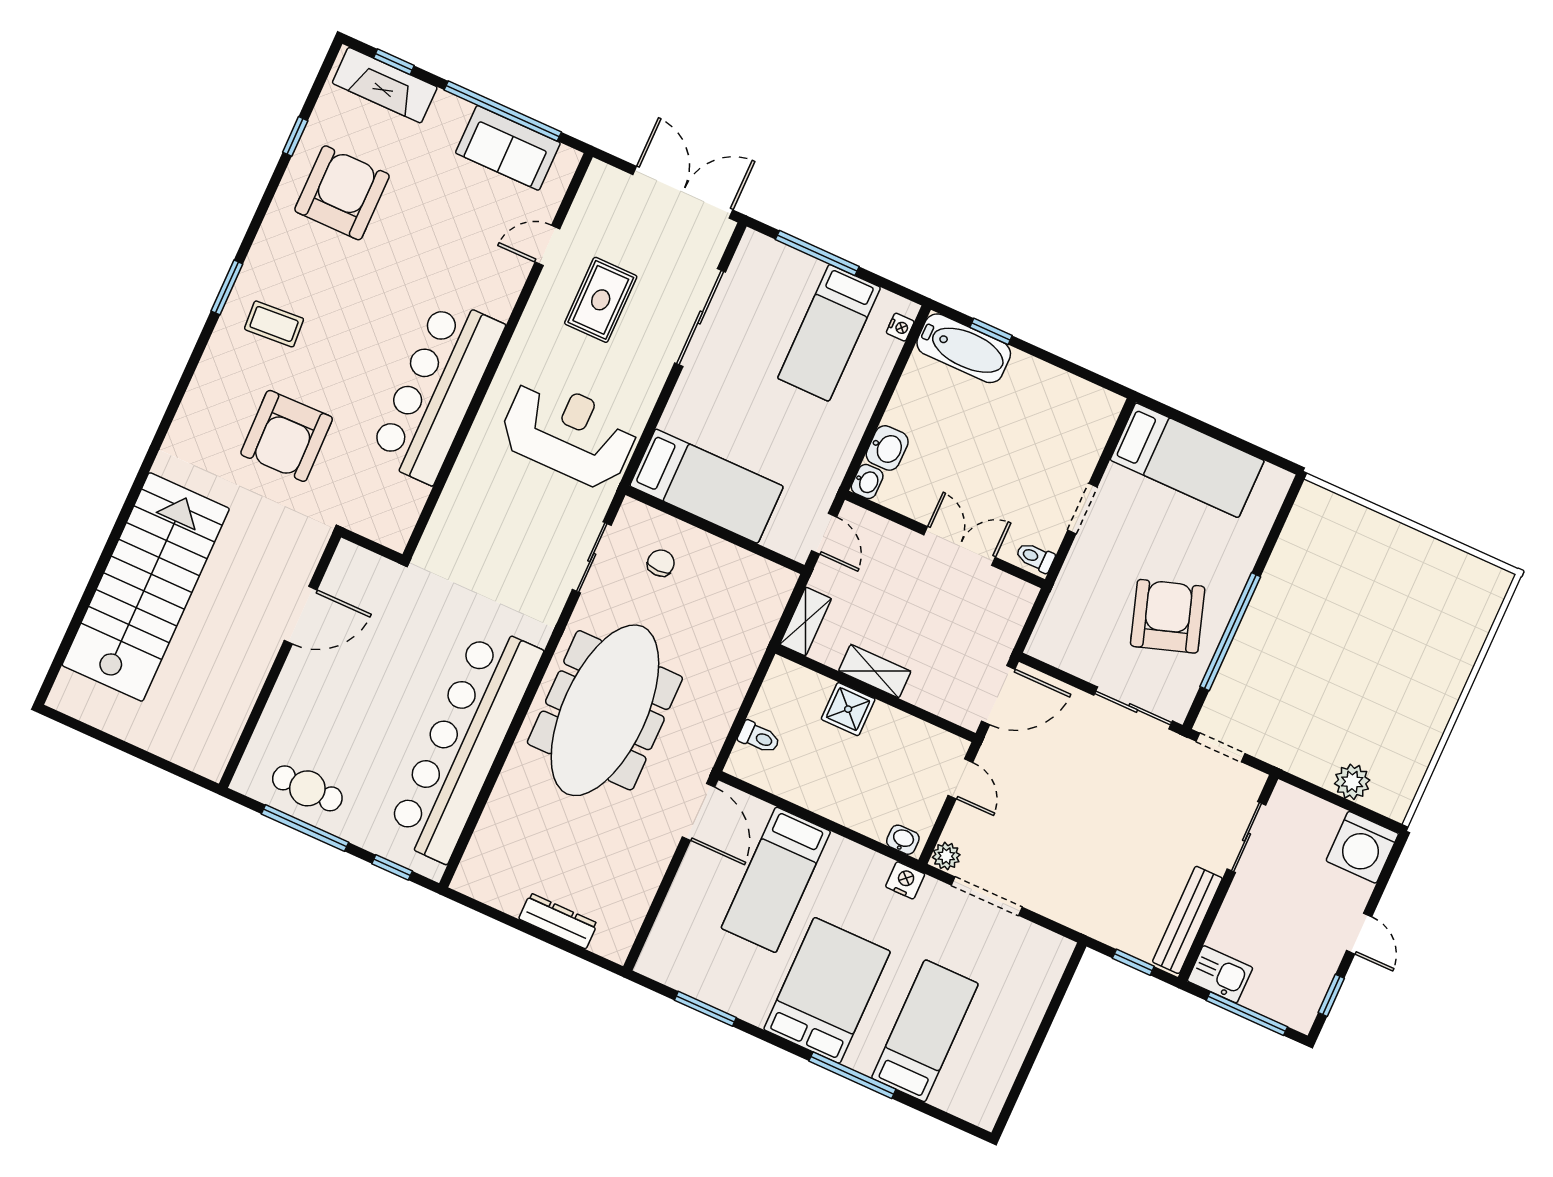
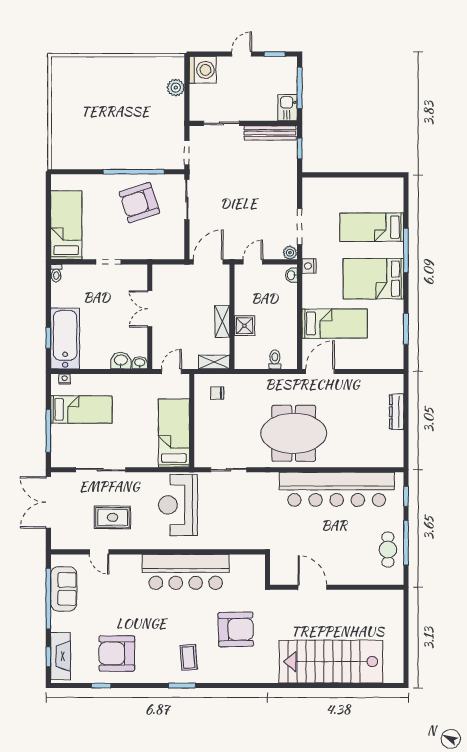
bathtub: (964, 348) -> (65, 338), width x1.36, depth x1.36
toilet: (1035, 557) -> (56, 273), moved
chair: (661, 563) -> (217, 393), moved
door: (998, 695) -> (208, 262), hinge flipped
meeting table: (605, 710) -> (294, 433), width x0.73

